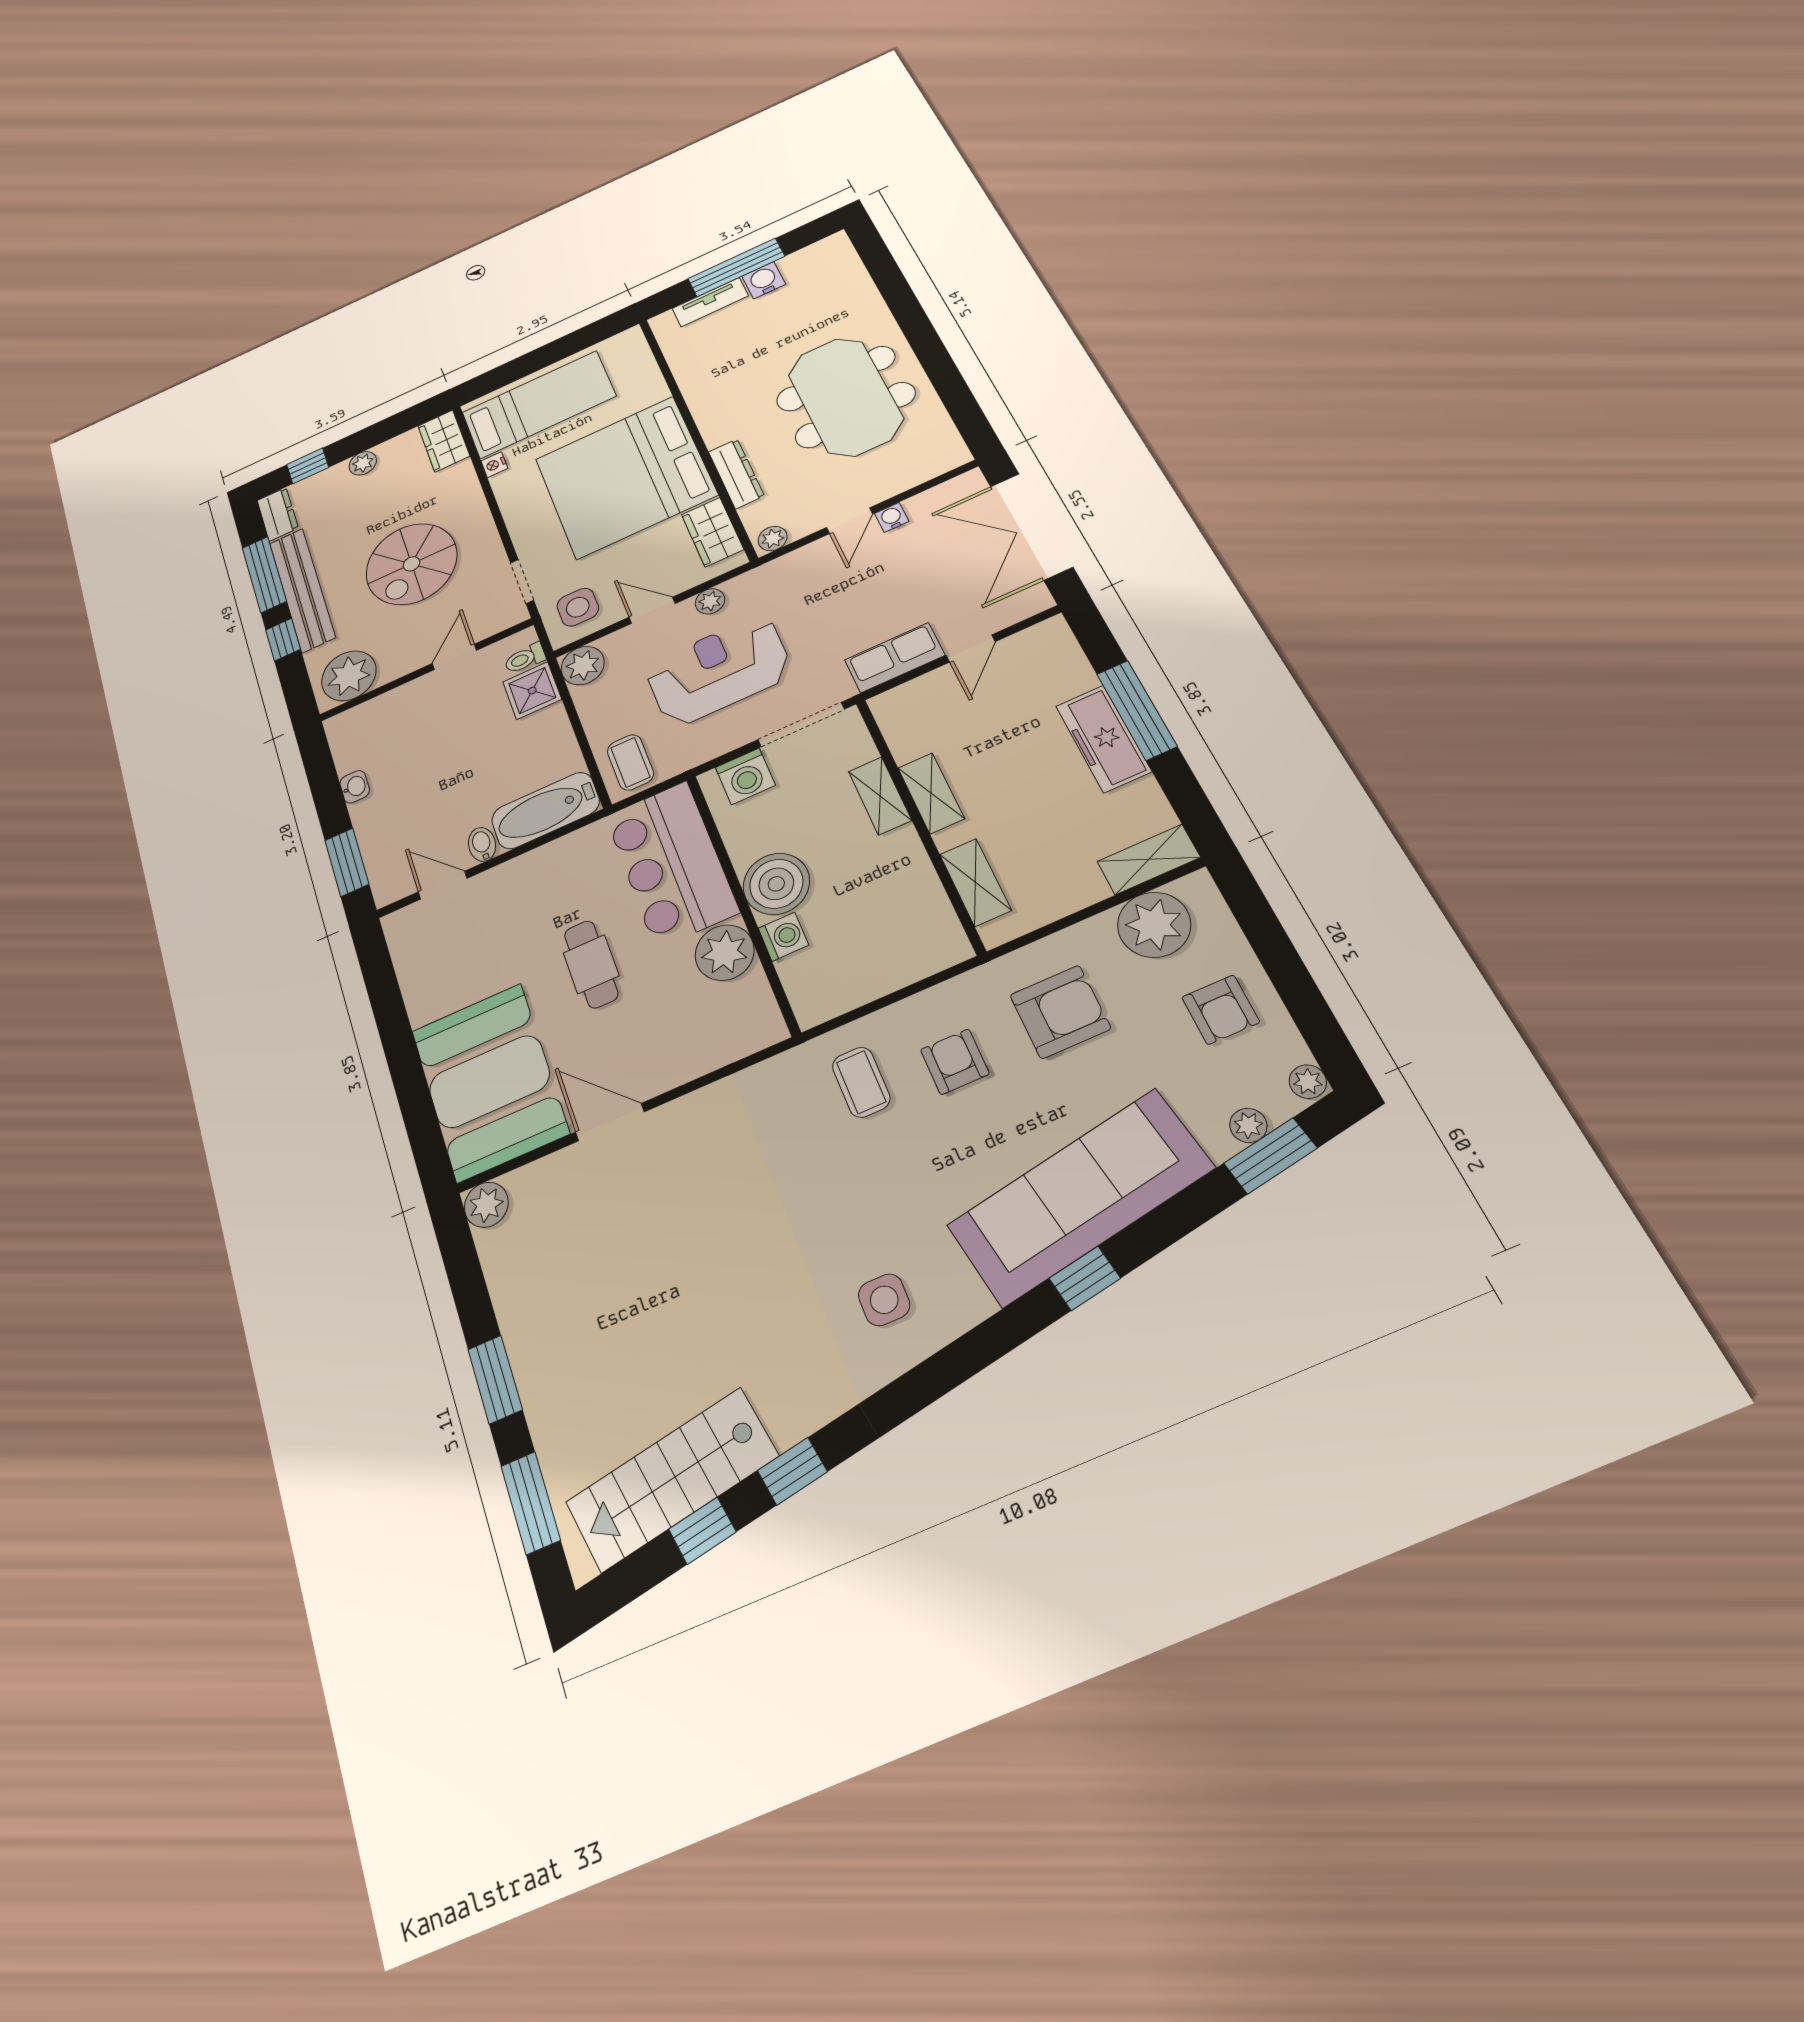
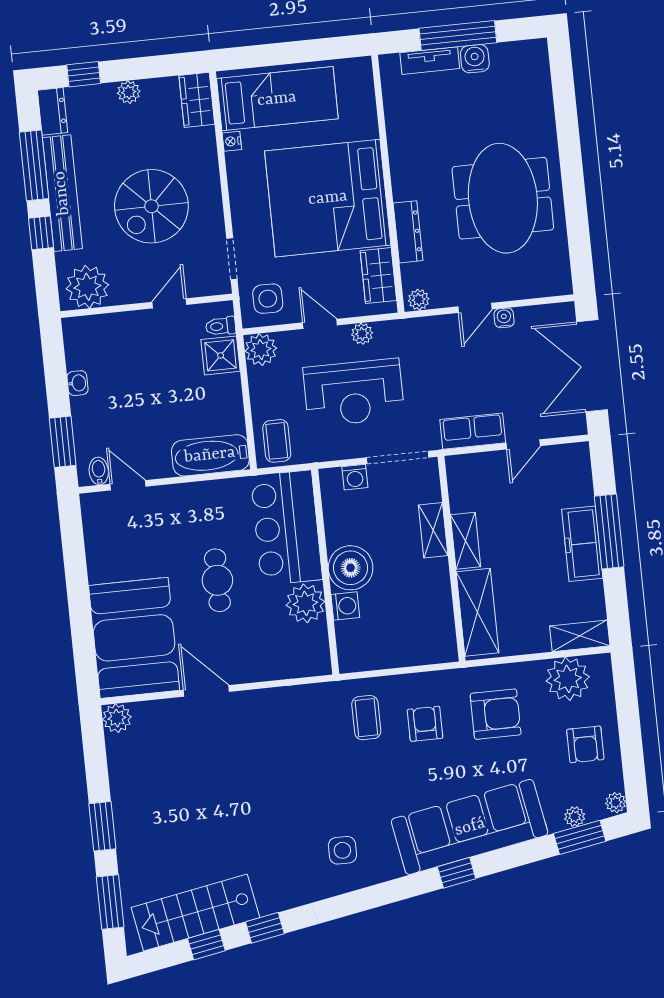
reception desk: (718, 670) -> (354, 393), turned 180
washing machine: (745, 776) -> (355, 477), width x0.73, depth x0.73
bidet: (482, 844) -> (99, 471), moved
shelving: (975, 882) -> (478, 612), width x1.50, depth x1.33

